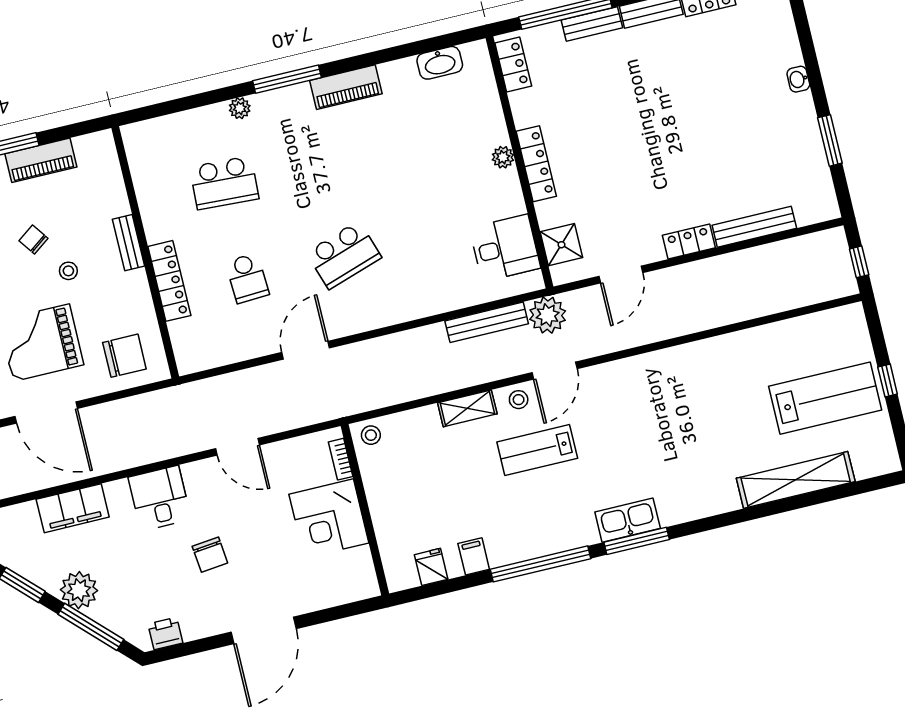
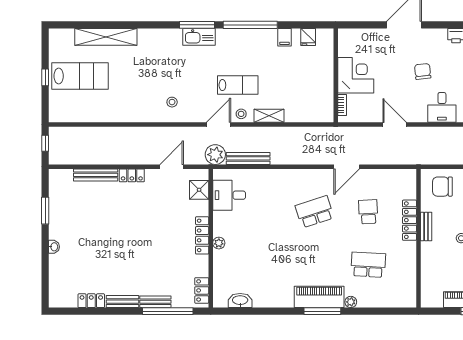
piano: (346, 87) -> (319, 297), moved, width x1.37, depth x1.33
bench: (128, 243) -> (426, 227), moved
lab bench: (825, 398) -> (80, 76), turned 180
stool: (371, 435) -> (172, 102), moved

